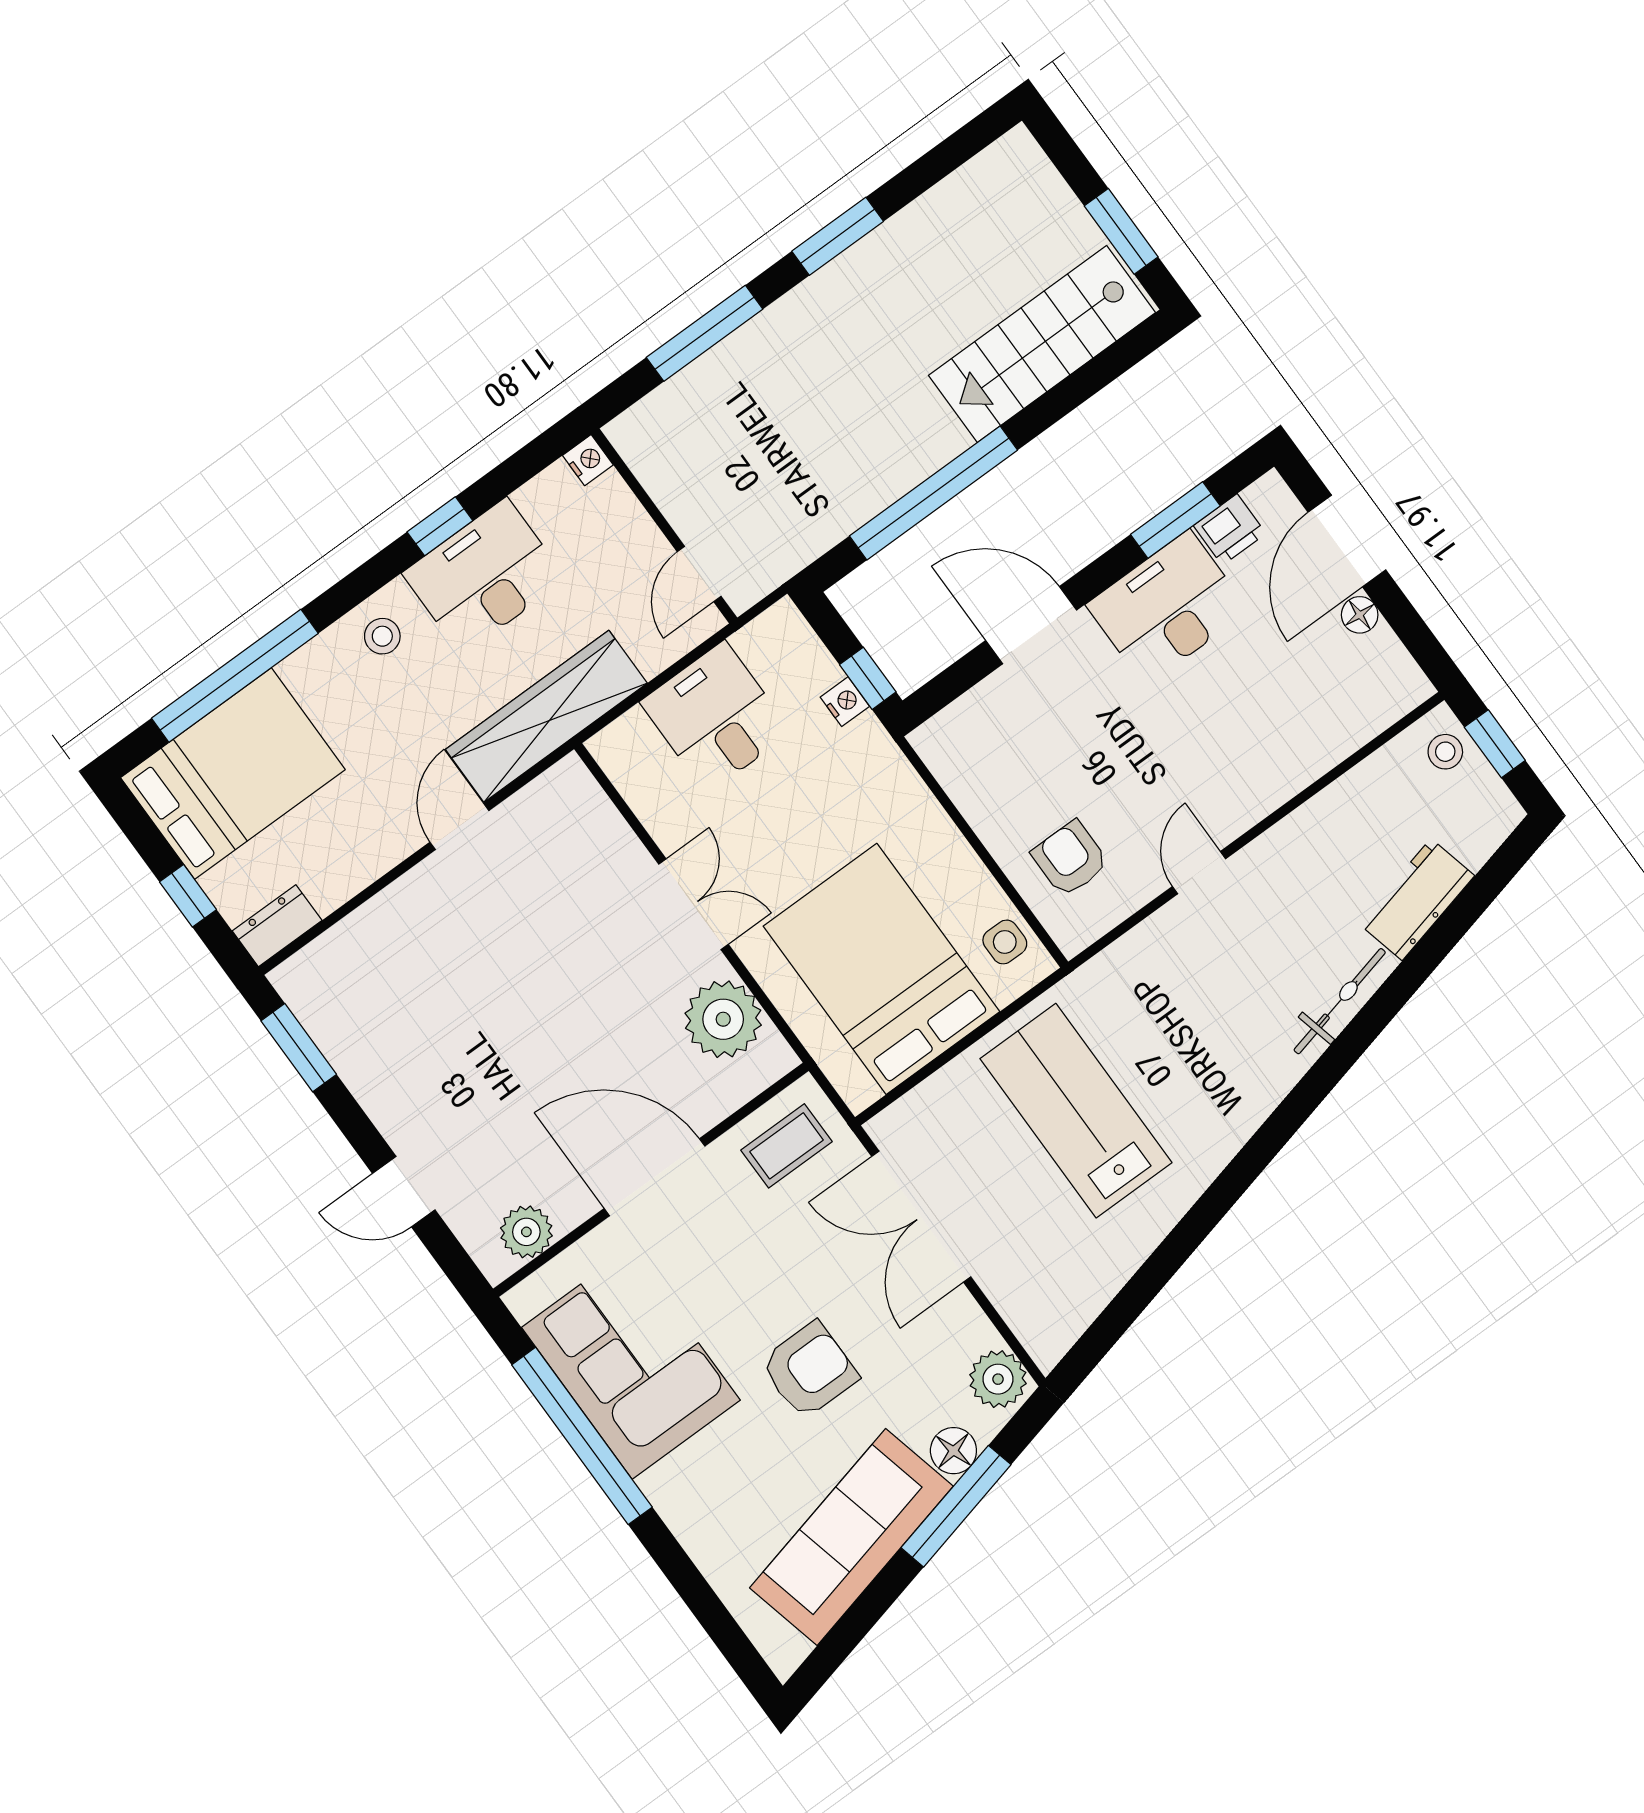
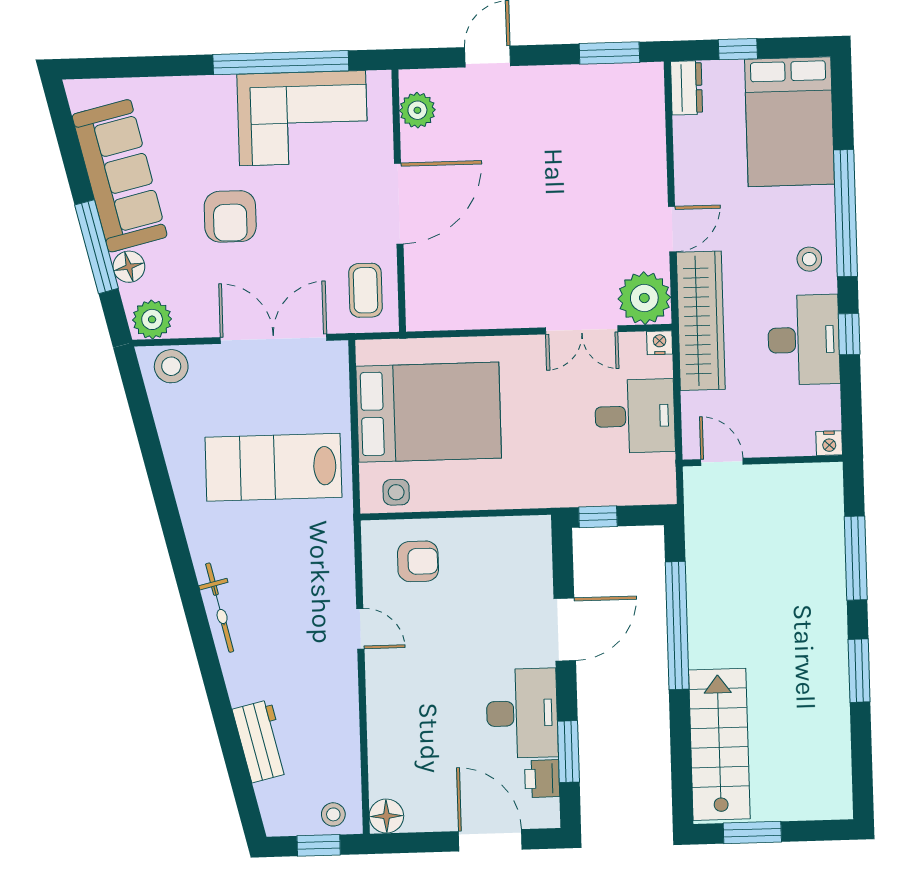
floor lamp: (1360, 615) -> (386, 816), moved, width x1.37, depth x1.37
window: (235, 676) -> (846, 213), moved
nightstand: (845, 702) -> (660, 343), moved, turned 180
door: (459, 826) -> (672, 229), hinge flipped
double door: (694, 904) -> (582, 330), moved
bicycle: (1340, 1001) -> (220, 608), moved
plant: (723, 1019) -> (644, 298), moved
lab bench: (1076, 1111) -> (273, 467), turned 180
stool: (1039, 1317) -> (171, 366), added

